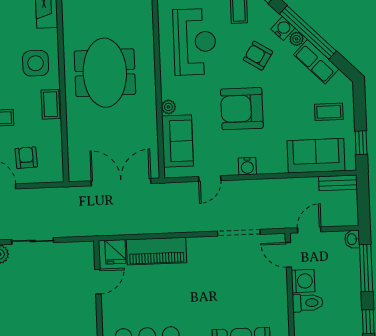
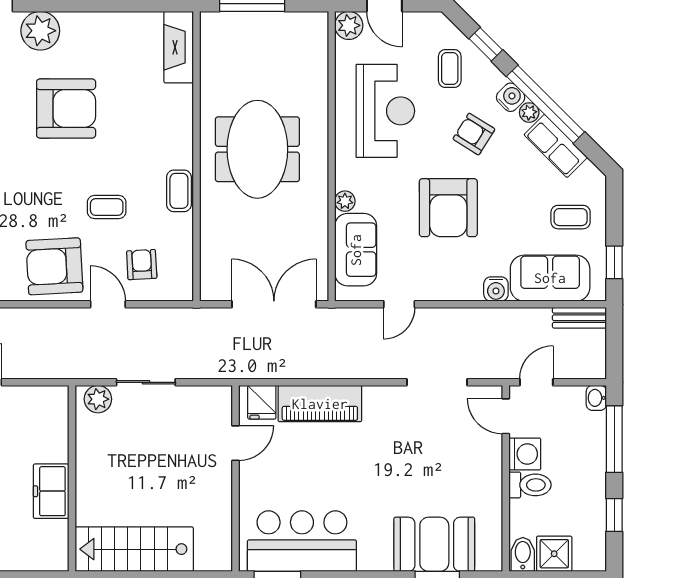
side table: (36, 63) -> (160, 132), removed
armchair: (242, 109) -> (448, 208), turned -90
water cooler: (247, 166) -> (496, 289), moved

